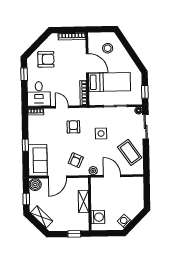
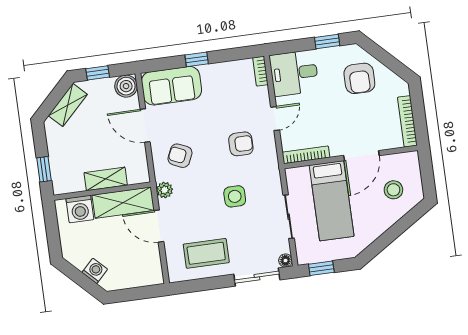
coffee table: (130, 152) -> (206, 253), turned 35
door: (112, 176) -> (159, 226), swing flipped
shelving: (97, 194) -> (123, 203), added
washing machine: (124, 221) -> (95, 271), moved

